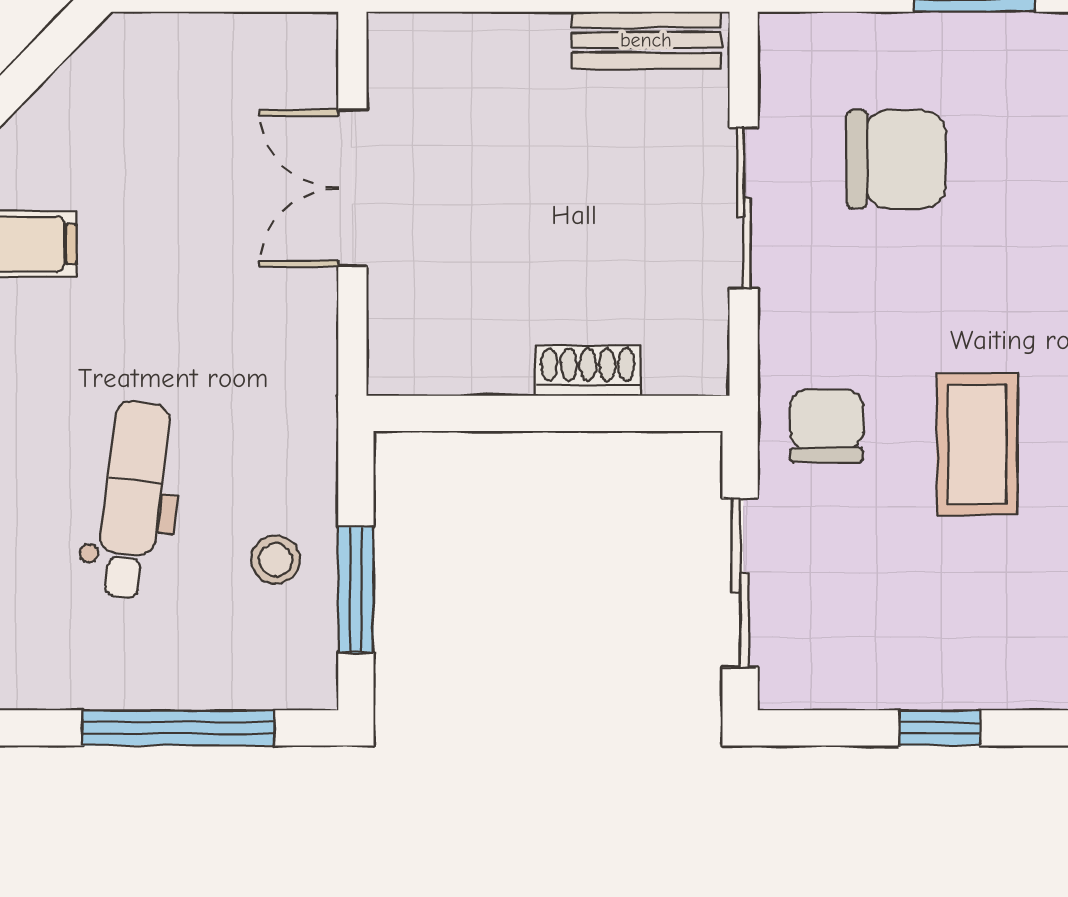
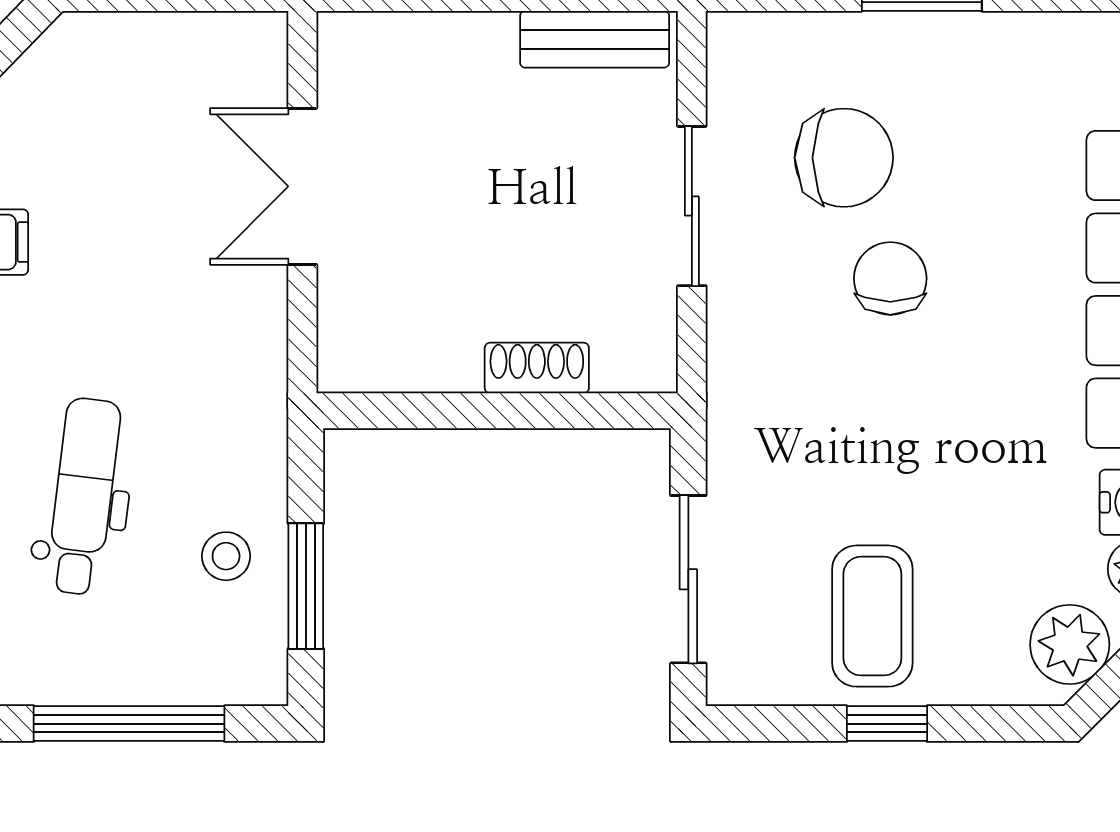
chair: (826, 426) -> (890, 278), moved
coffee table: (977, 444) -> (872, 616), moved

